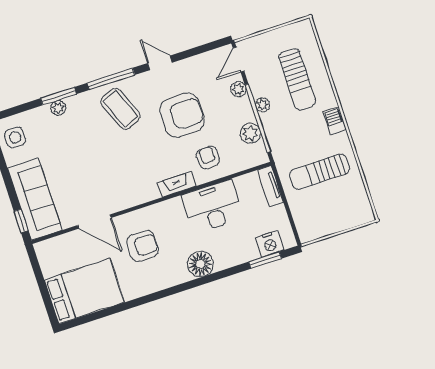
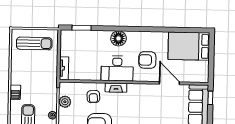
sun lounger: (319, 172) -> (34, 43), moved
desk: (213, 207) -> (117, 68), moved
nightstand: (270, 244) -> (76, 36), removed

